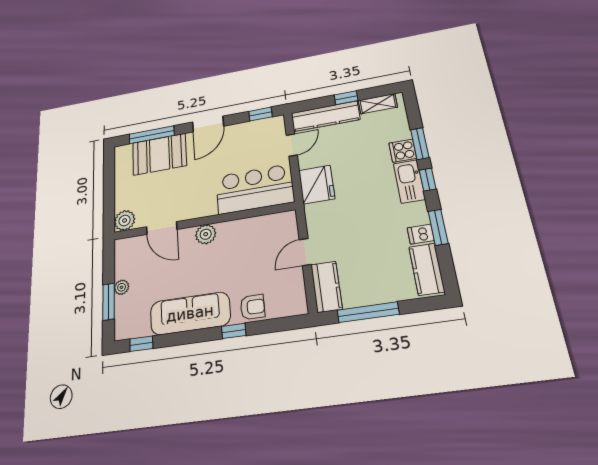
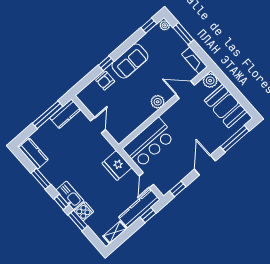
window: (346, 98) -> (148, 215), moved
booth: (159, 154) -> (226, 106), moved, turned 90
dishwasher: (421, 234) -> (47, 170), removed
fireplace: (123, 258) -> (194, 60), added
plant: (122, 287) -> (165, 25), moved
kitchen counter: (326, 287) -> (65, 114), moved, turned -90
sofa: (190, 313) -> (130, 61), width x0.73

